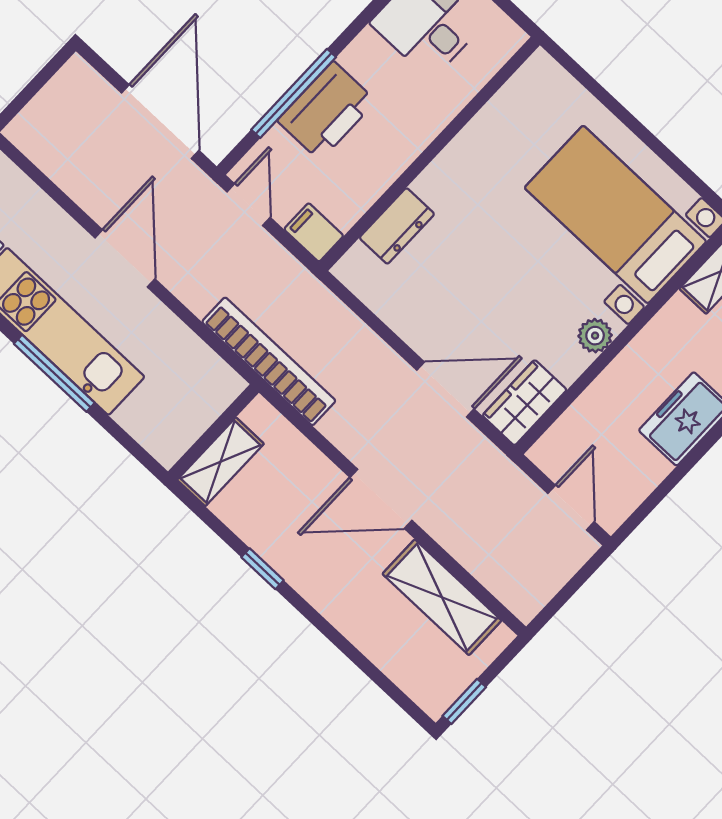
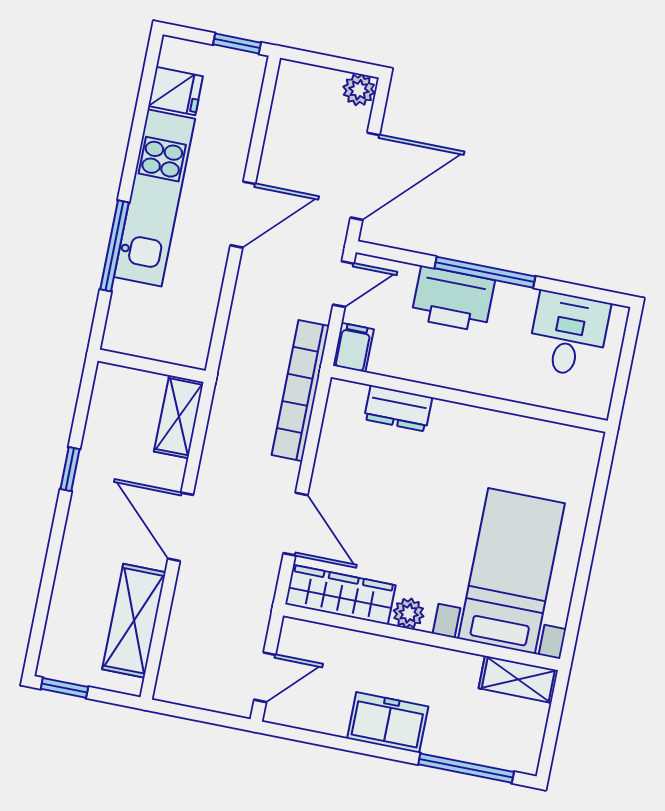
plant: (76, 77) -> (359, 90), added
window: (294, 93) -> (485, 272), moved
bookcase: (269, 361) -> (300, 391), moved, turned 180
window: (54, 373) -> (115, 246), moved
wardrobe: (525, 403) -> (340, 595), width x1.50
shelving: (221, 462) -> (179, 417), moved, turned 90

